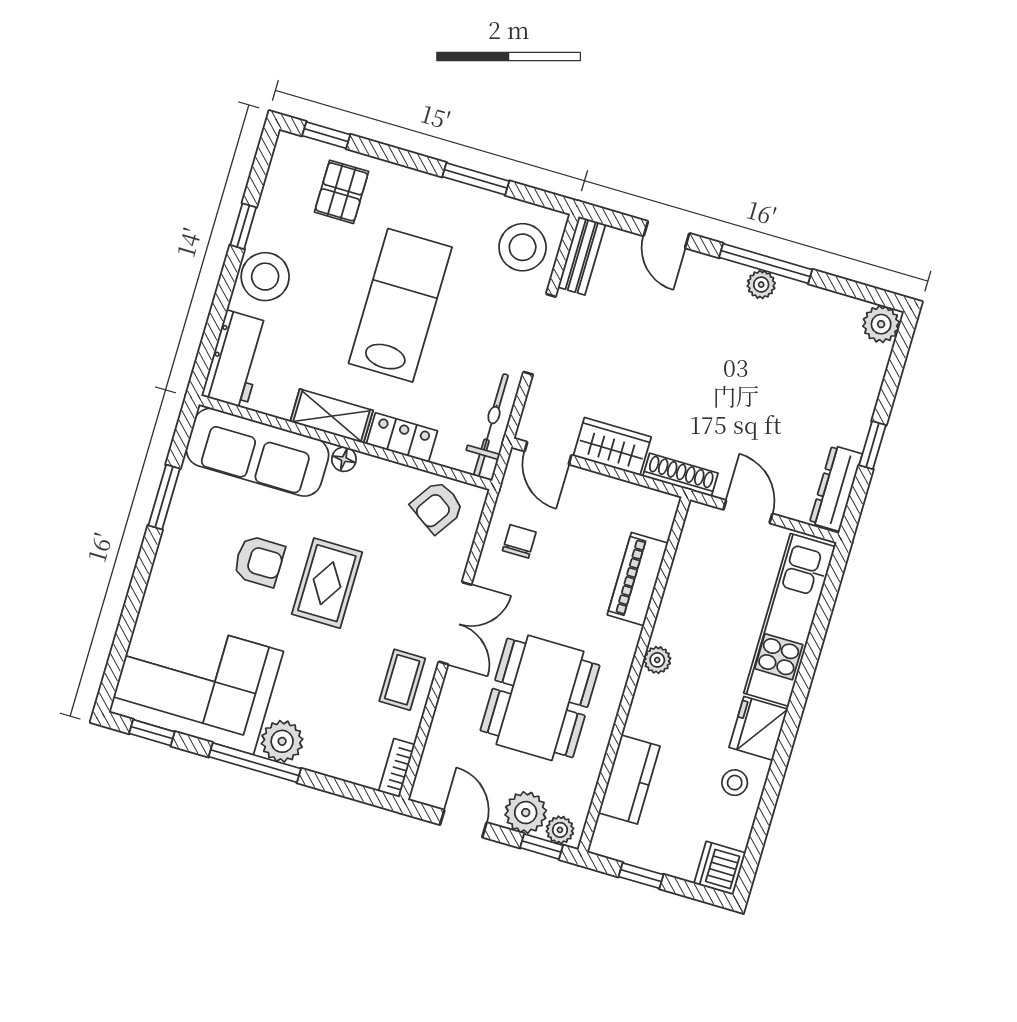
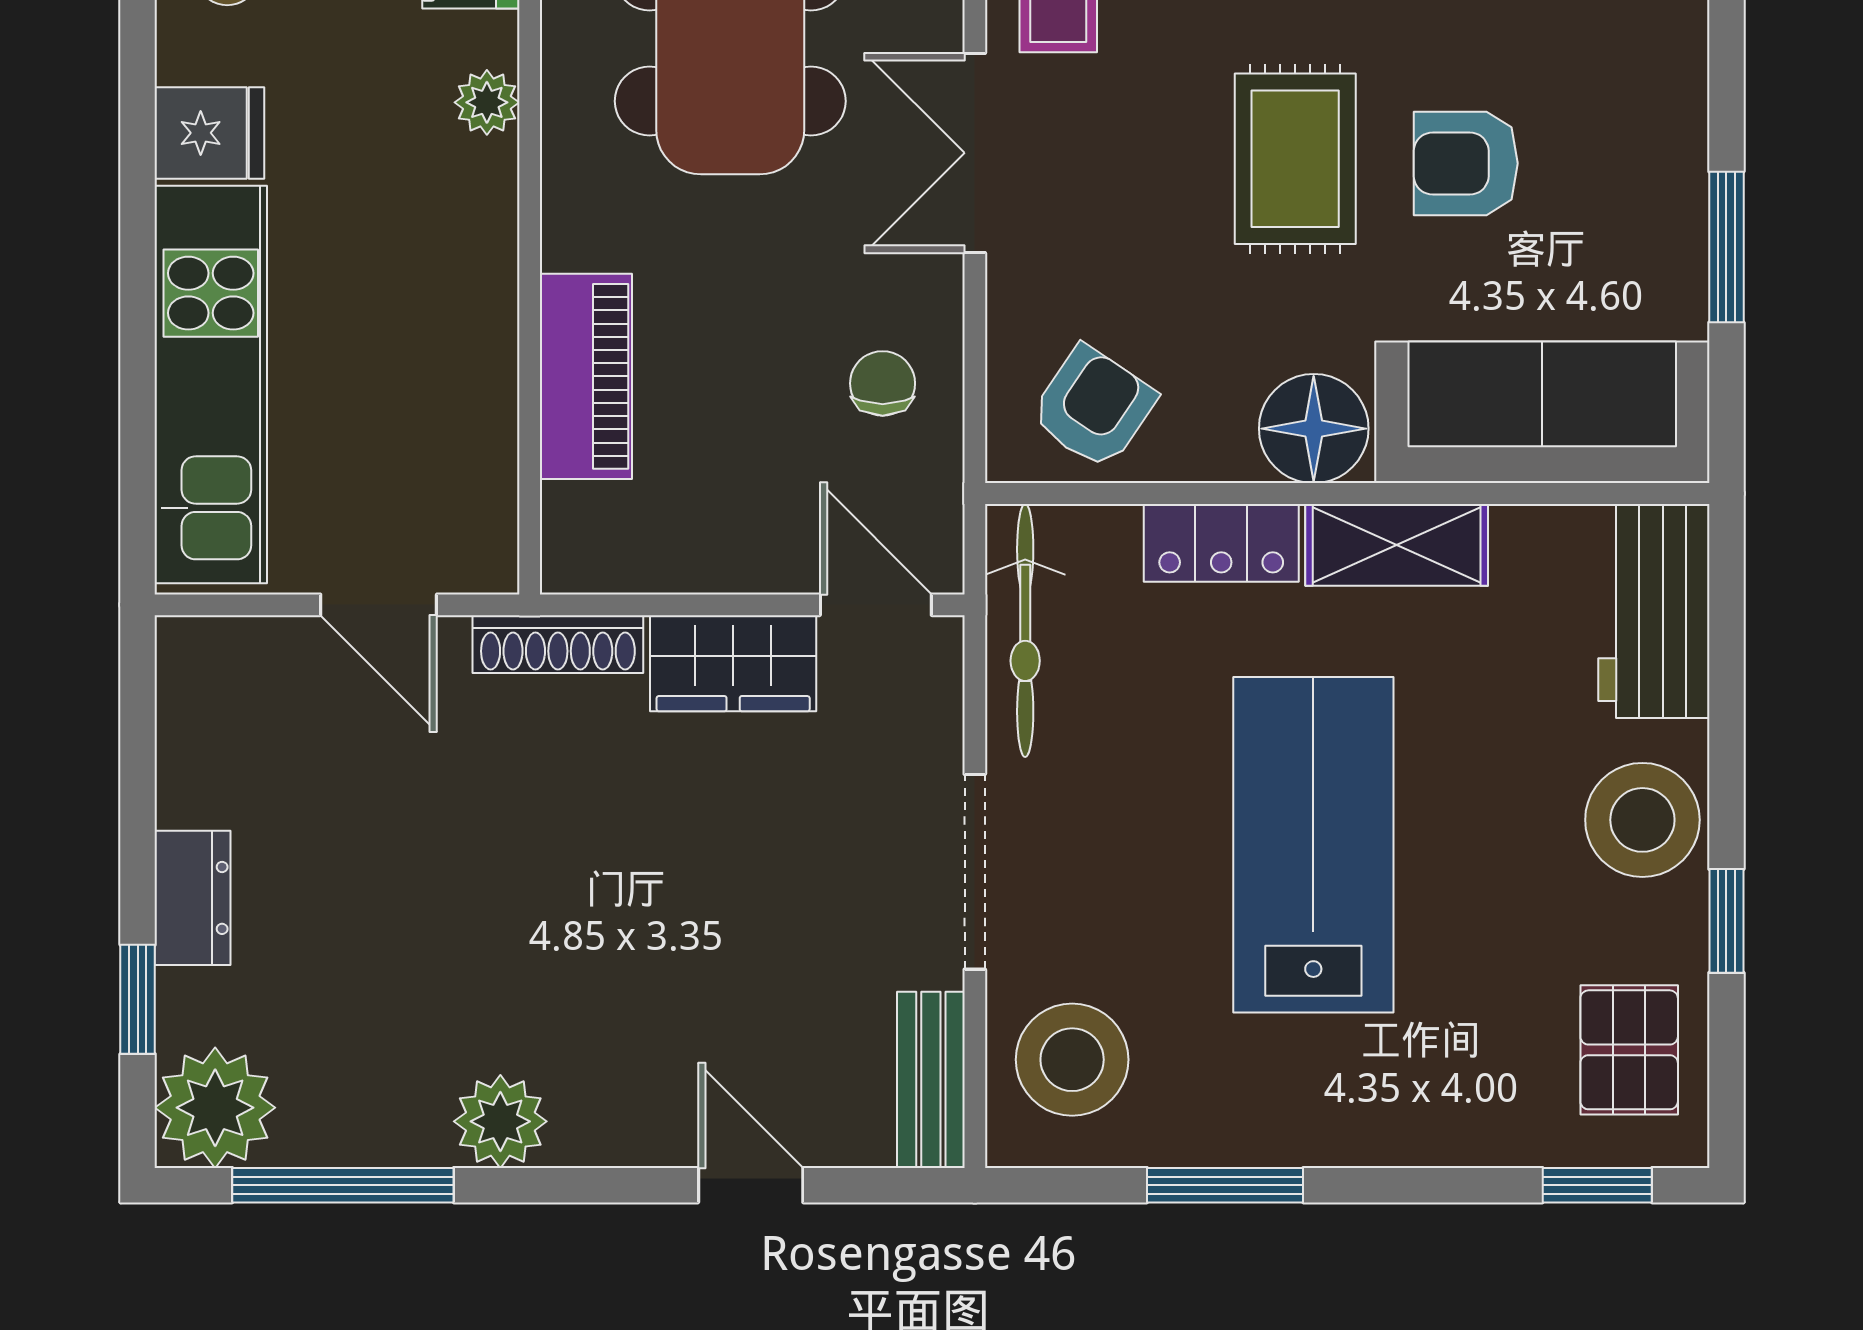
pallet: (342, 192) -> (1629, 1050), moved
window: (766, 264) -> (343, 1185), moved
plant: (761, 285) -> (500, 1121), width x1.38, depth x1.38
lab bench: (400, 305) -> (1313, 845), turned 180
plant: (881, 324) -> (215, 1108), width x1.36, depth x1.36
window: (872, 445) -> (138, 999), moved
floor lamp: (344, 459) -> (1314, 429), width x1.89, depth x1.89
dresser: (836, 488) -> (193, 898), moved, width x0.70
chair: (519, 541) -> (883, 383), turned 180
plant: (657, 660) -> (487, 102), moved
fridge: (758, 728) -> (209, 133), width x0.72

